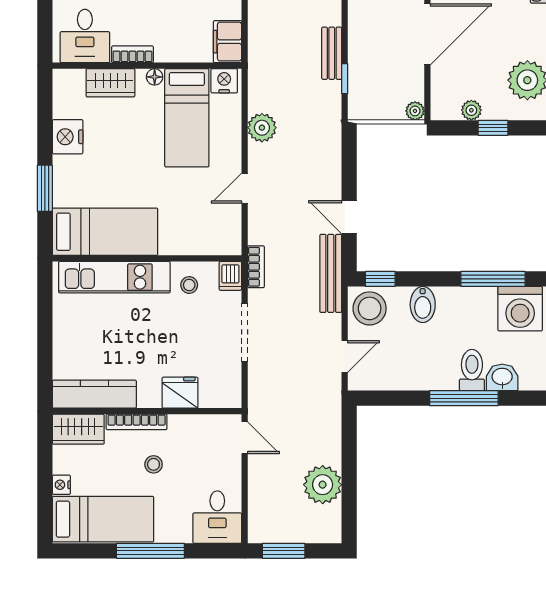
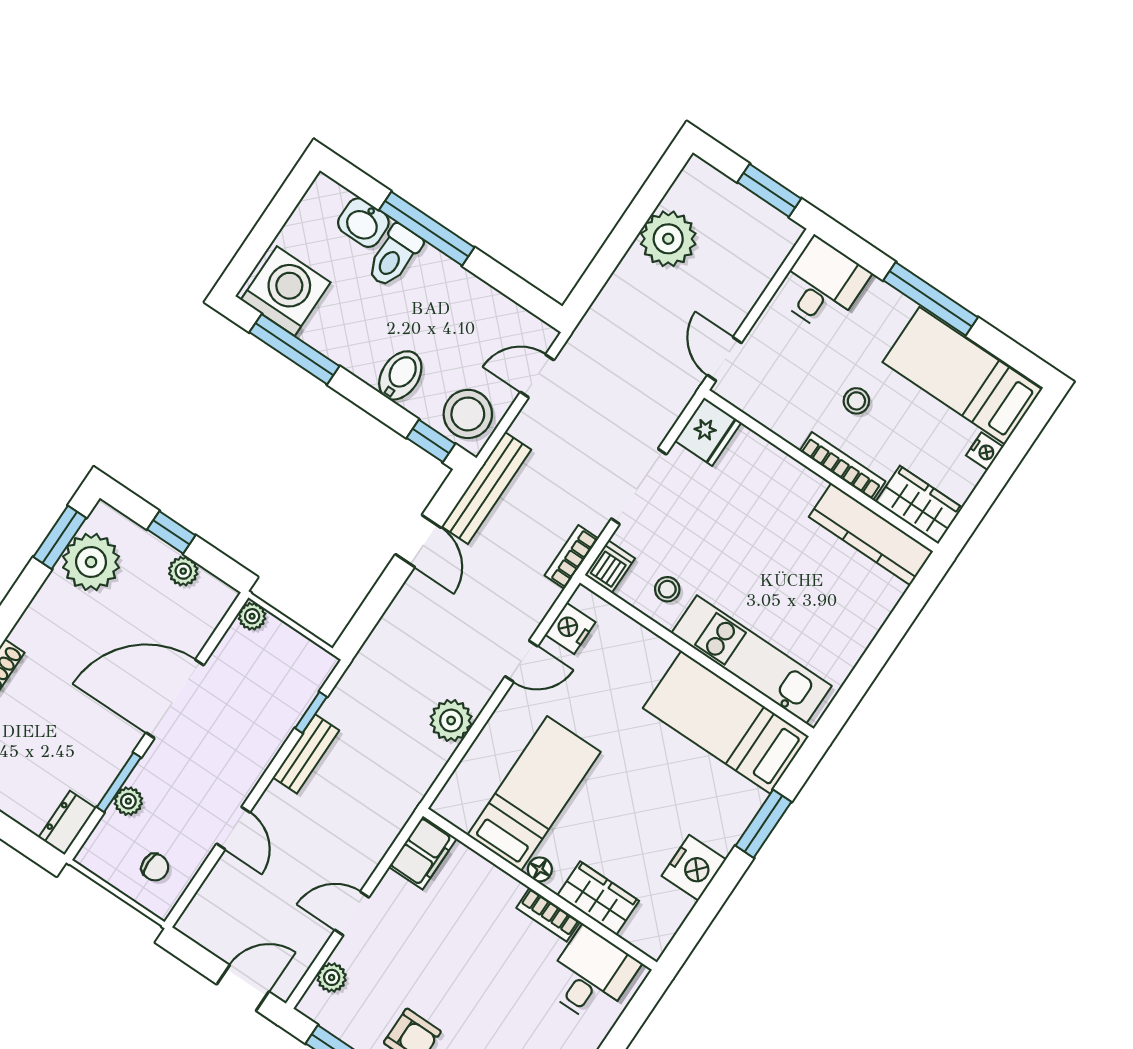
nightstand: (224, 81) -> (570, 628), moved, turned 90
fridge: (180, 393) -> (708, 432), moved, turned -90

